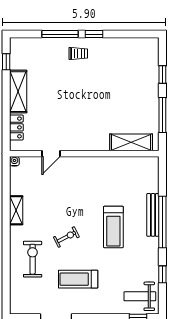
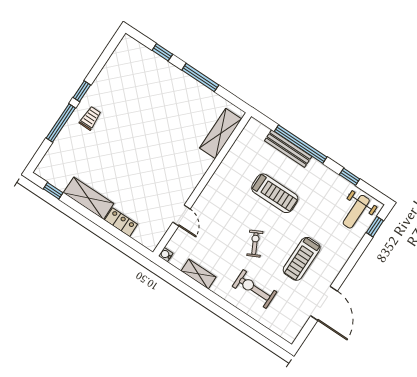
shelving: (131, 142) -> (221, 133), moved
door: (51, 154) -> (181, 215), moved
wall: (84, 154) -> (202, 184), moved
water cooler: (14, 161) -> (166, 255), moved

